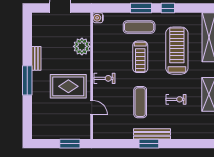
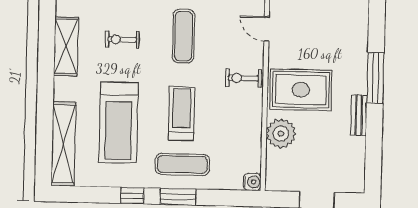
rug: (68, 86) -> (301, 90), moved

